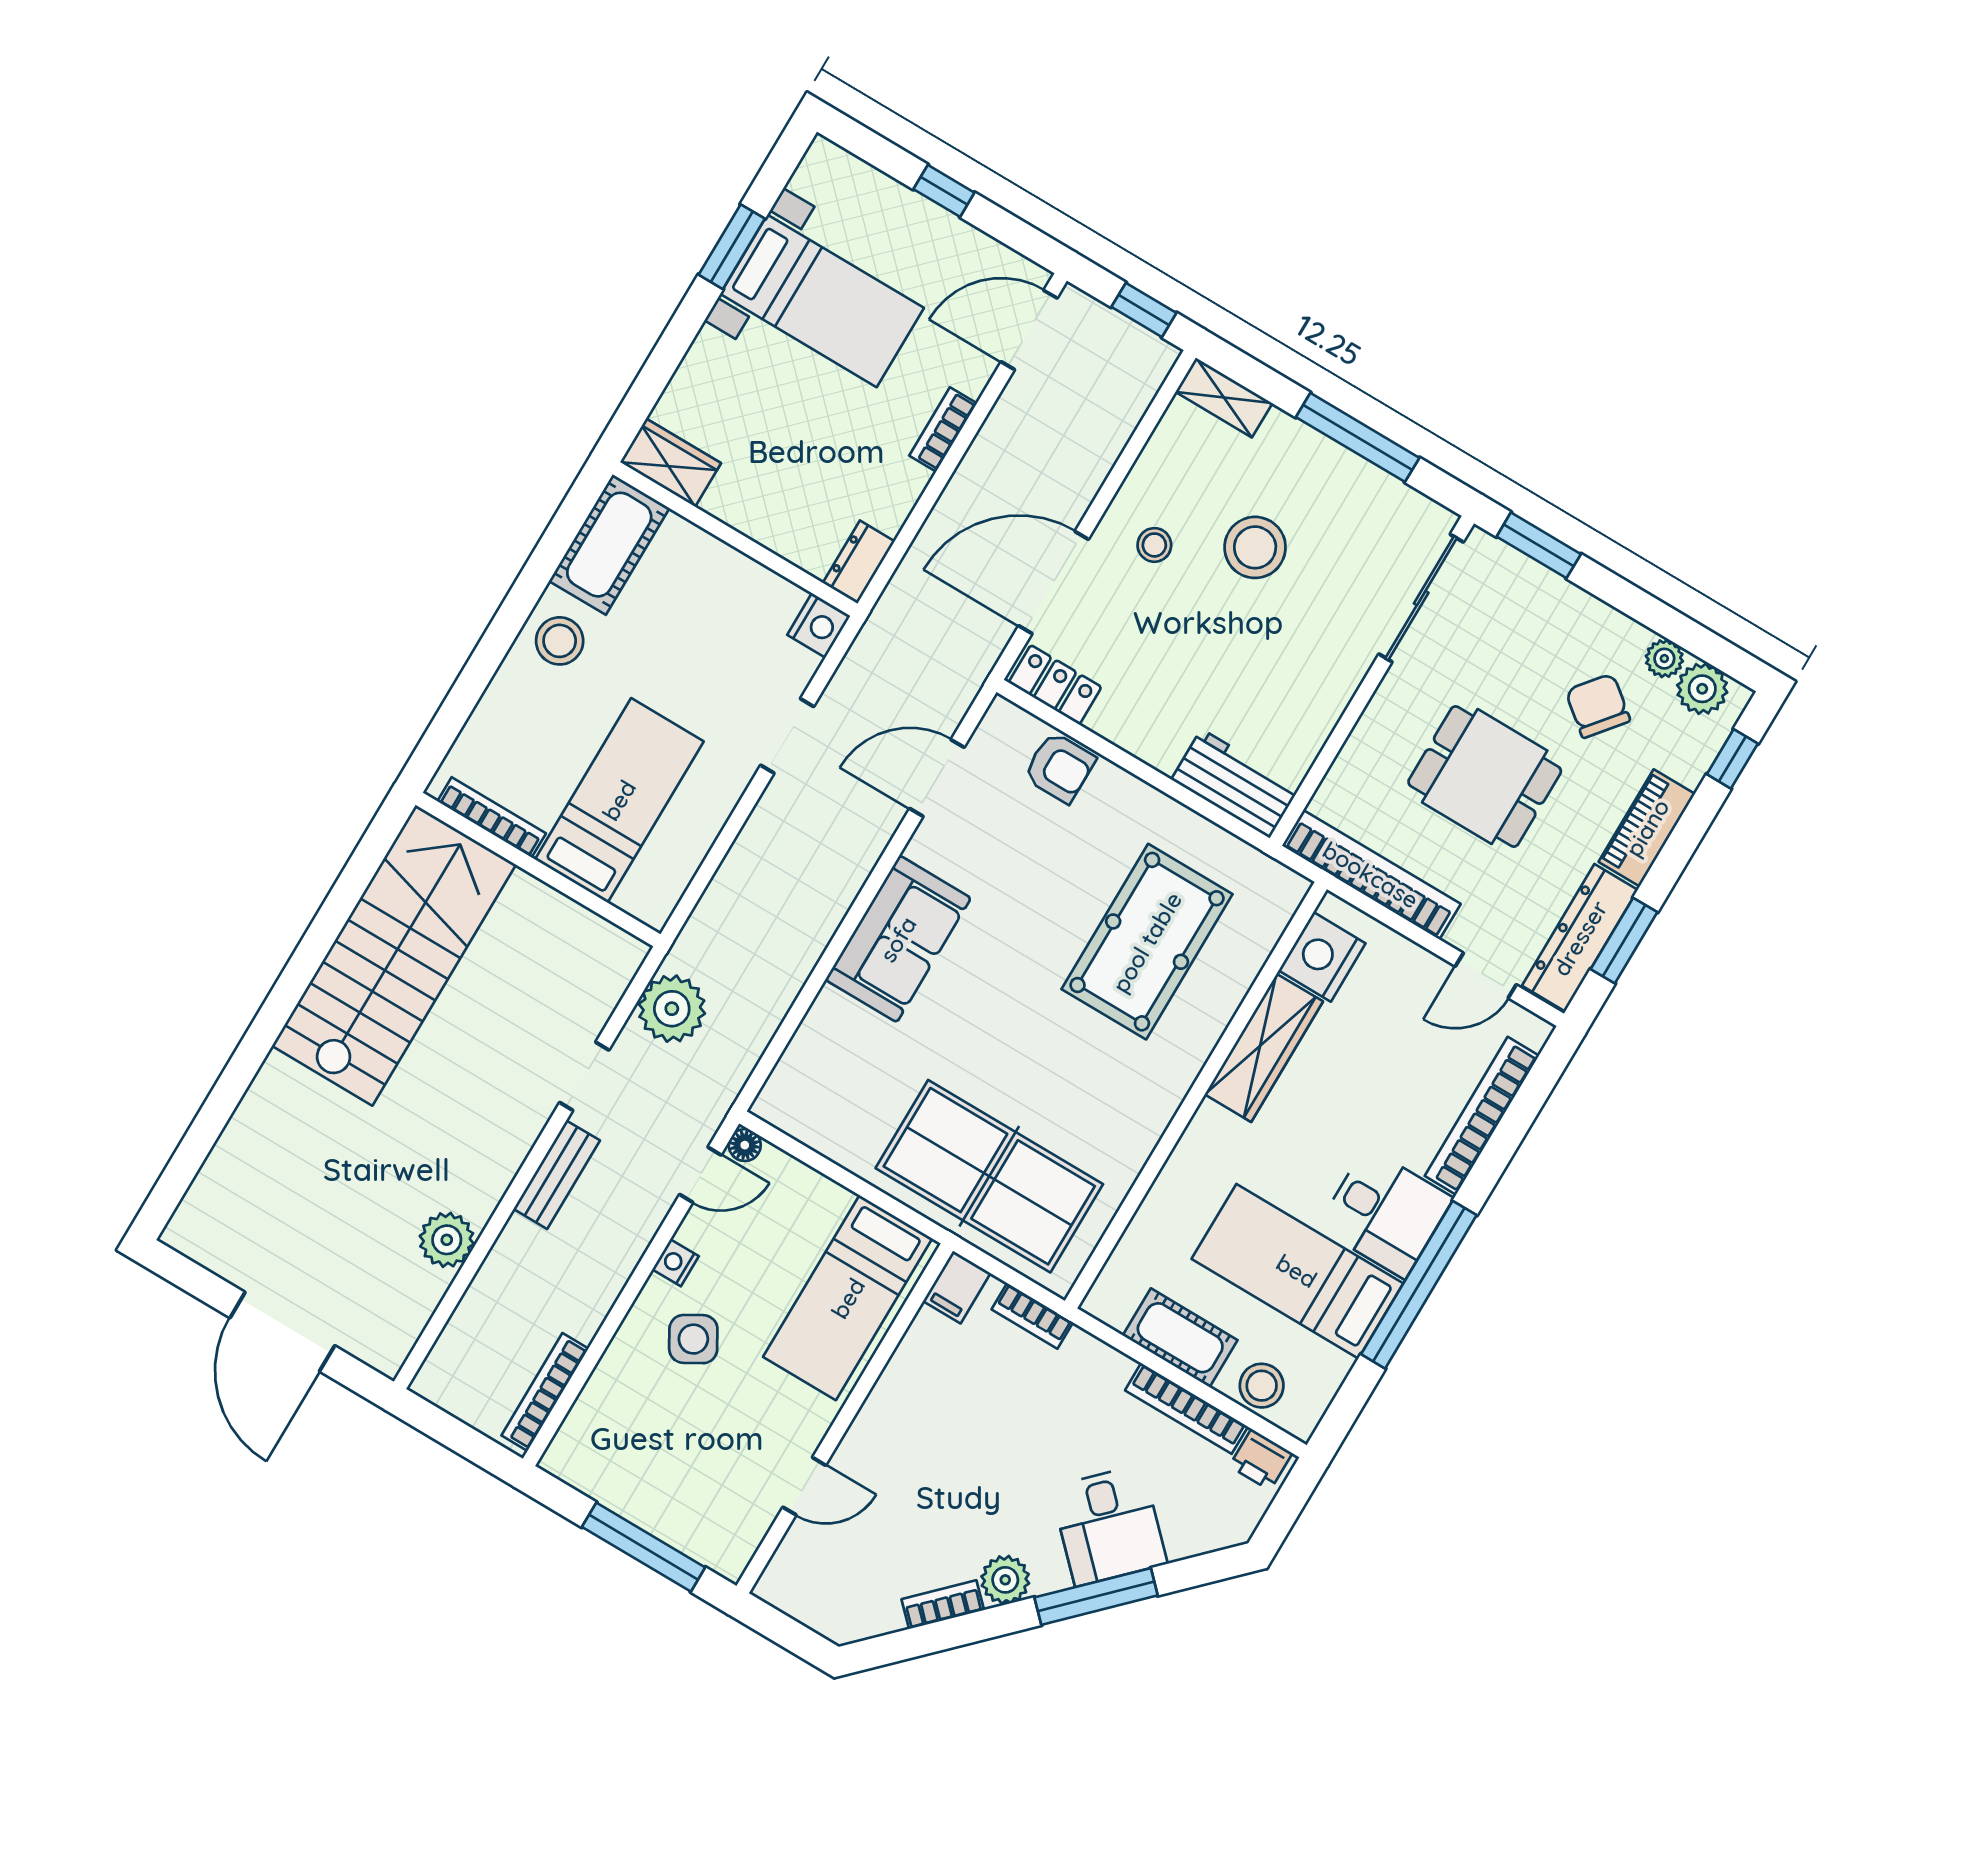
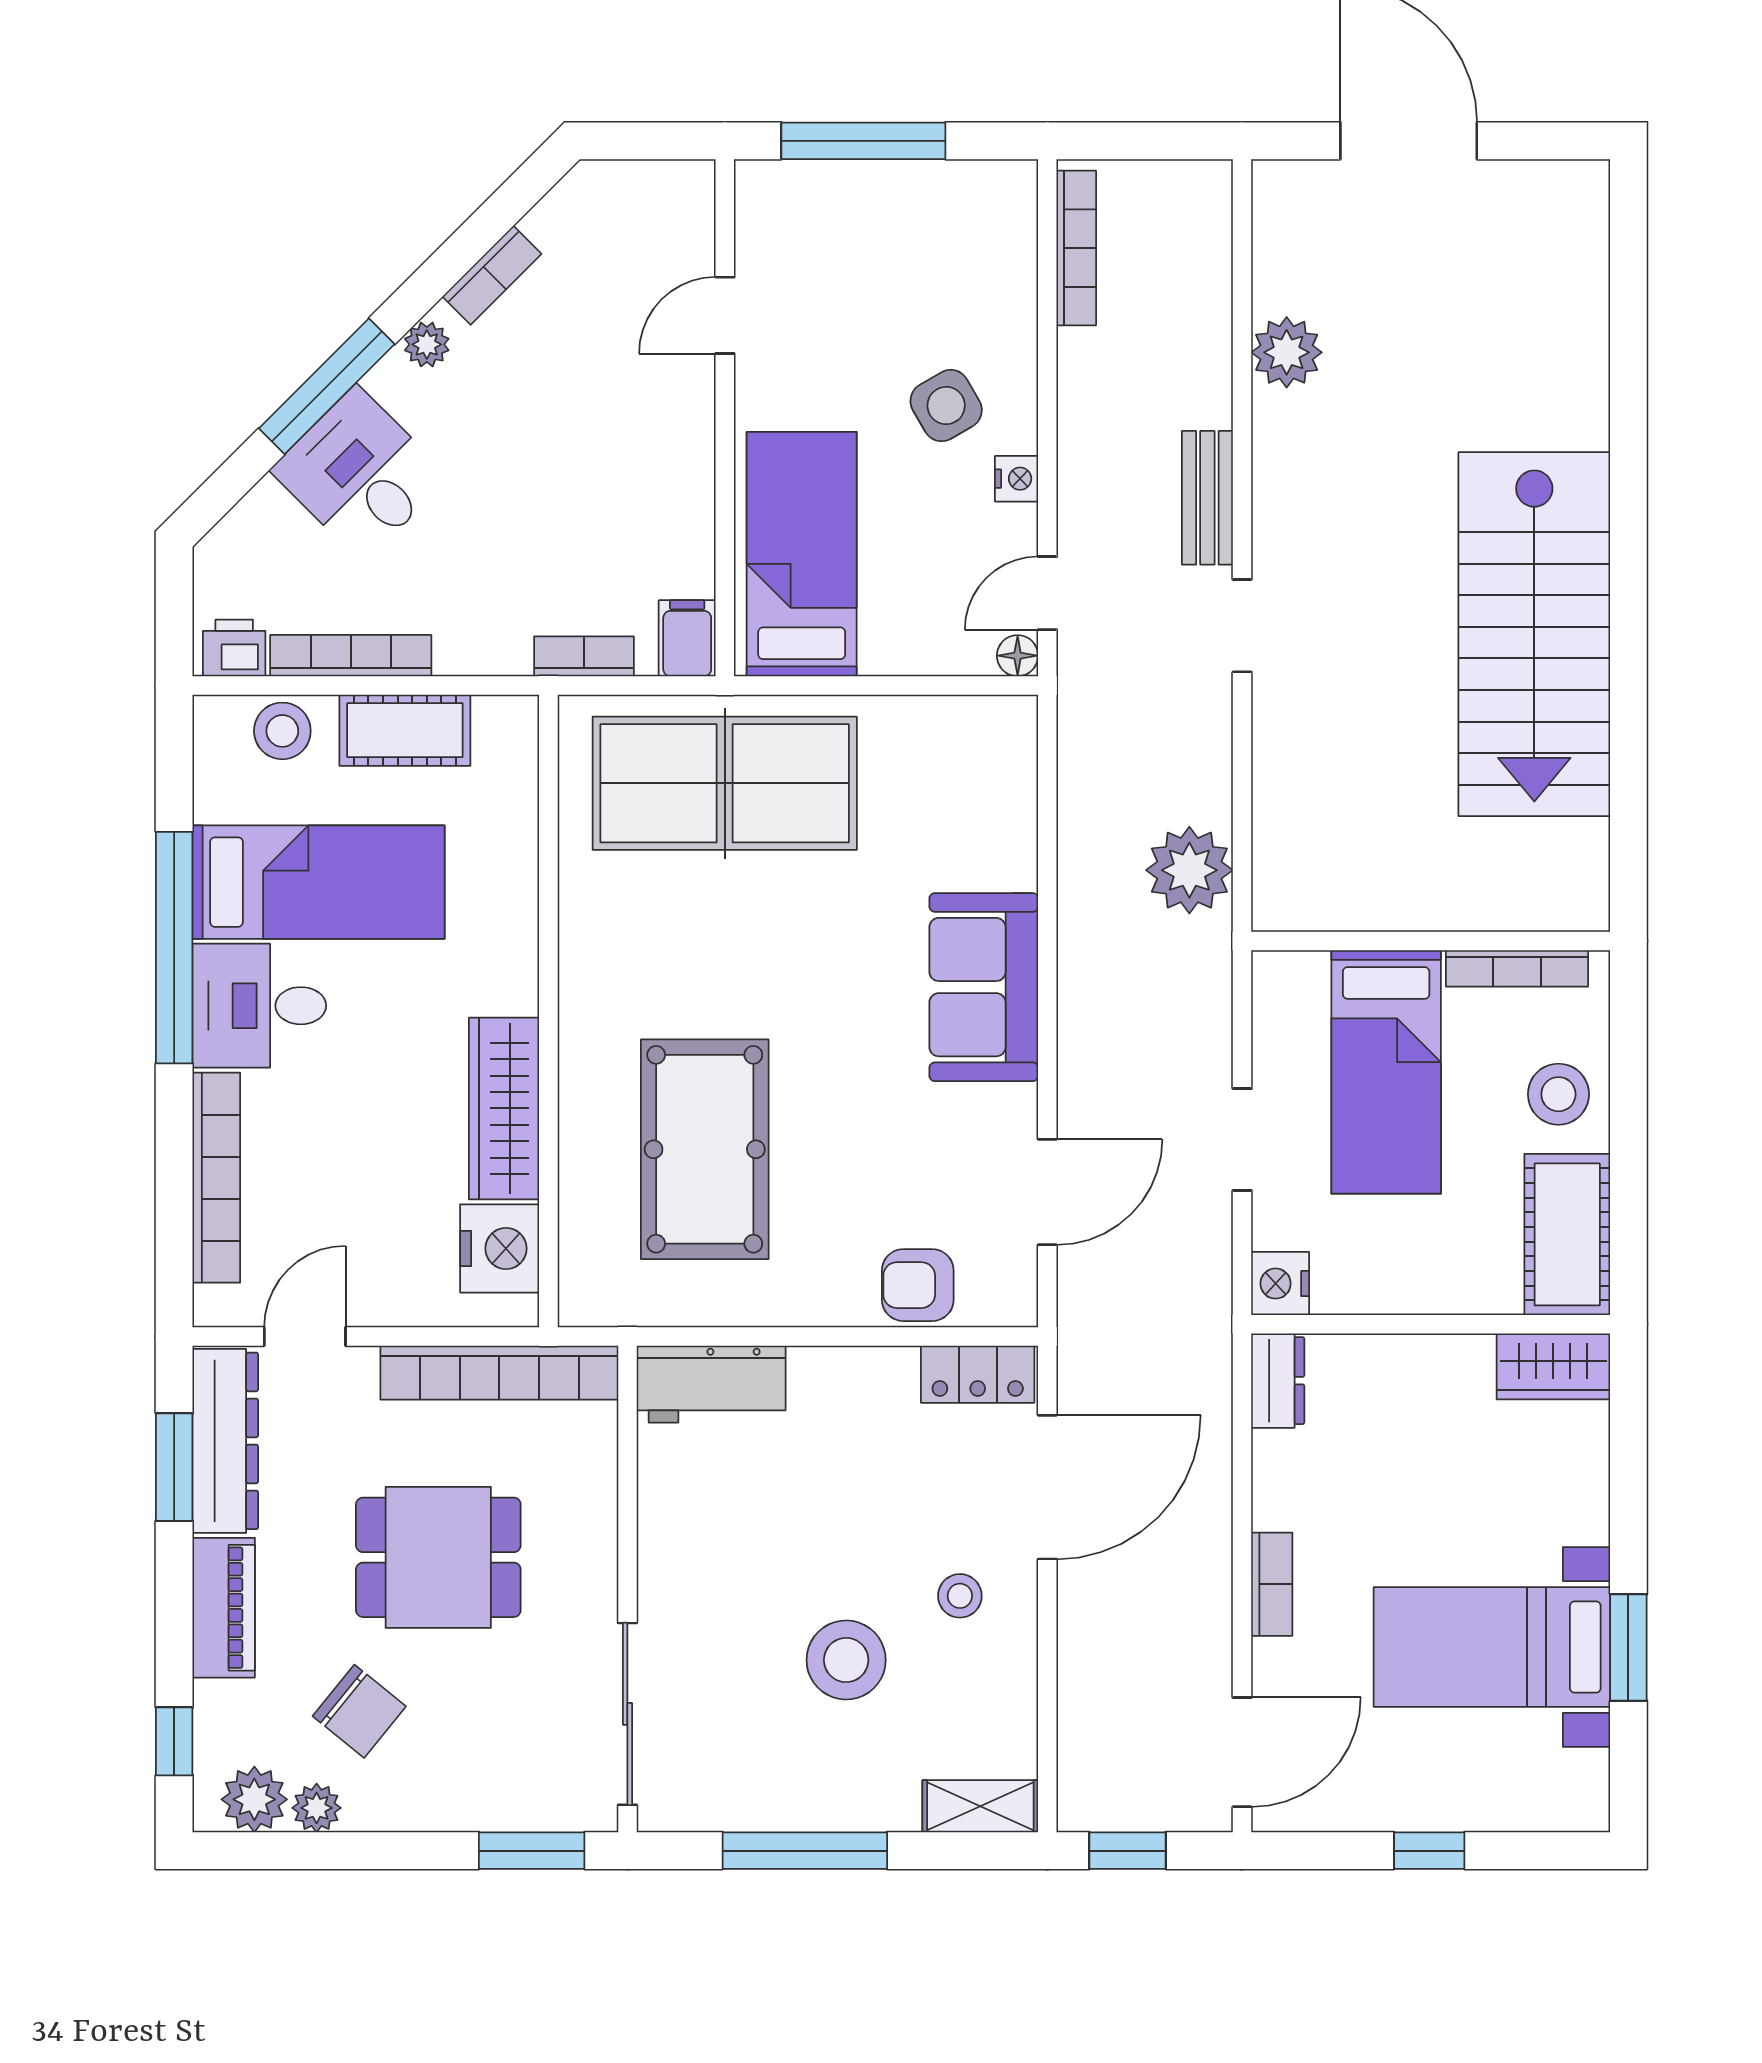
bed: (619, 800) -> (1386, 1072), moved
bookcase: (492, 817) -> (1517, 968), moved
wall: (538, 870) -> (1431, 941), moved
plant: (672, 1009) -> (1189, 870), moved
plant: (1005, 1580) -> (427, 344), width x0.73, depth x0.73

